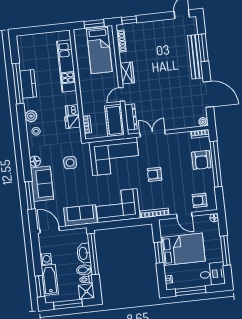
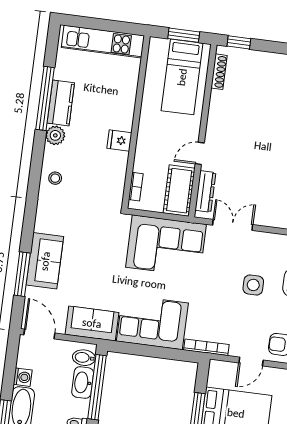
kitchen unit: (66, 66) -> (103, 42), moved, turned -90
wardrobe: (127, 73) -> (216, 123), removed
dishwasher: (72, 110) -> (118, 159), removed
plant: (31, 116) -> (55, 135), moved
fridge: (73, 122) -> (119, 140), moved
floor lamp: (35, 161) -> (42, 224), removed
side table: (70, 163) -> (253, 285), moved
armchair: (155, 174) -> (221, 288), removed
door: (184, 215) -> (251, 361), hinge flipped
bidet: (84, 270) -> (84, 358), moved

